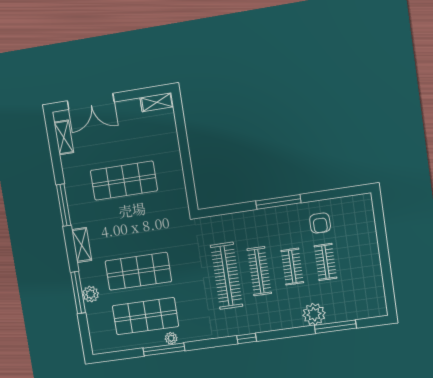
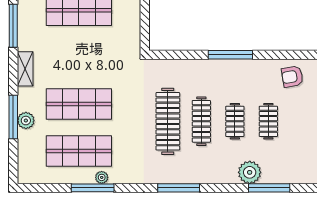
armchair: (320, 223) -> (292, 77), moved, turned 80
window: (247, 338) -> (179, 188), width x2.17

